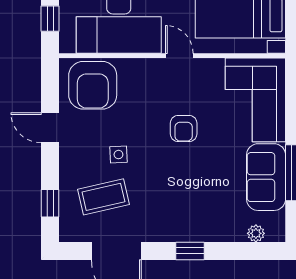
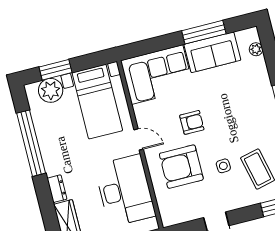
door: (179, 56) -> (139, 139), swing flipped
armchair: (93, 85) -> (181, 167), moved, turned 180

